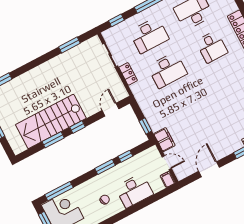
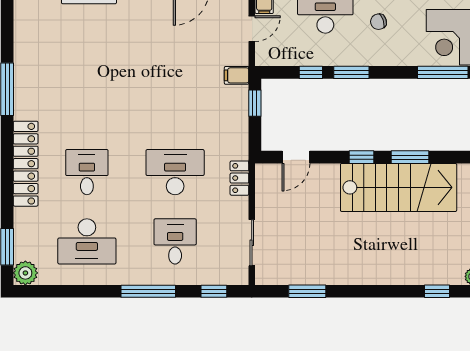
desk: (149, 35) -> (175, 241), width x0.73
locker: (128, 74) -> (239, 178), moved
filing cabinet: (164, 140) -> (237, 75), width x0.50
door: (167, 163) -> (252, 29), swing flipped

